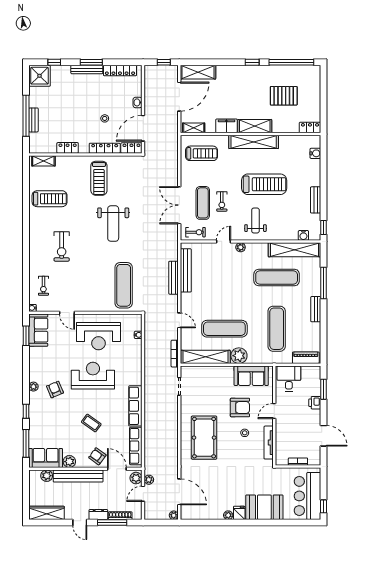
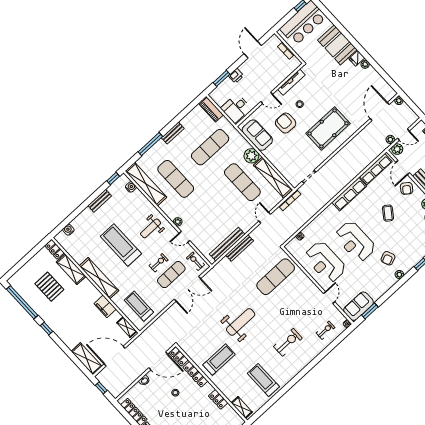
shelving: (255, 126) -> (71, 269), moved
reception desk: (99, 336) -> (325, 262), turned 180

